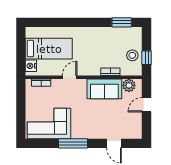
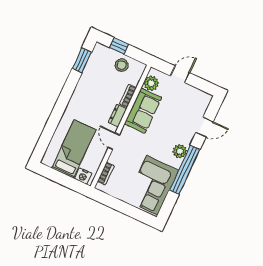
window: (147, 58) -> (119, 46), moved
dresser: (91, 71) -> (117, 116), added
door: (147, 105) -> (180, 74), swing flipped
plant: (86, 133) -> (180, 151), added
window: (73, 143) -> (185, 170), width x1.46

